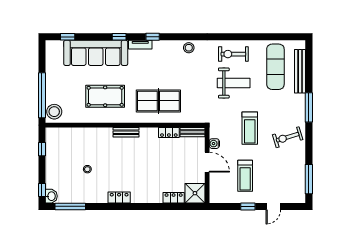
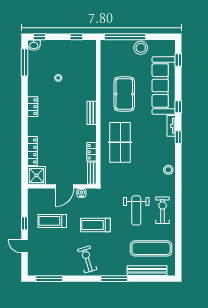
stool: (54, 112) -> (141, 48), moved
locker: (174, 198) -> (32, 151), width x1.53

